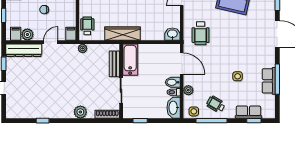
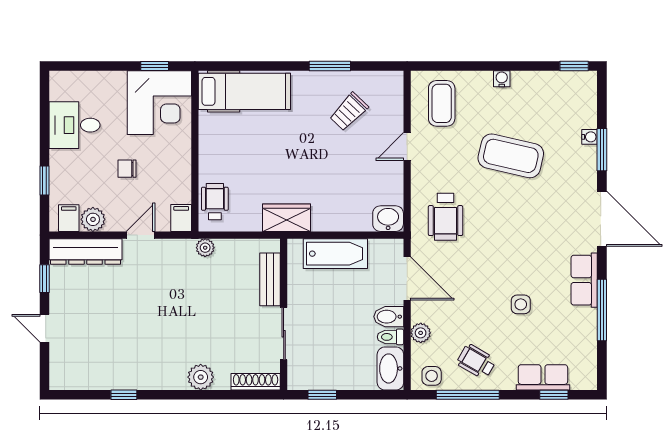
wardrobe: (123, 34) -> (287, 218), width x0.67
bathtub: (130, 60) -> (335, 254), moved, turned 90
row of seats: (269, 81) -> (584, 280), moved

